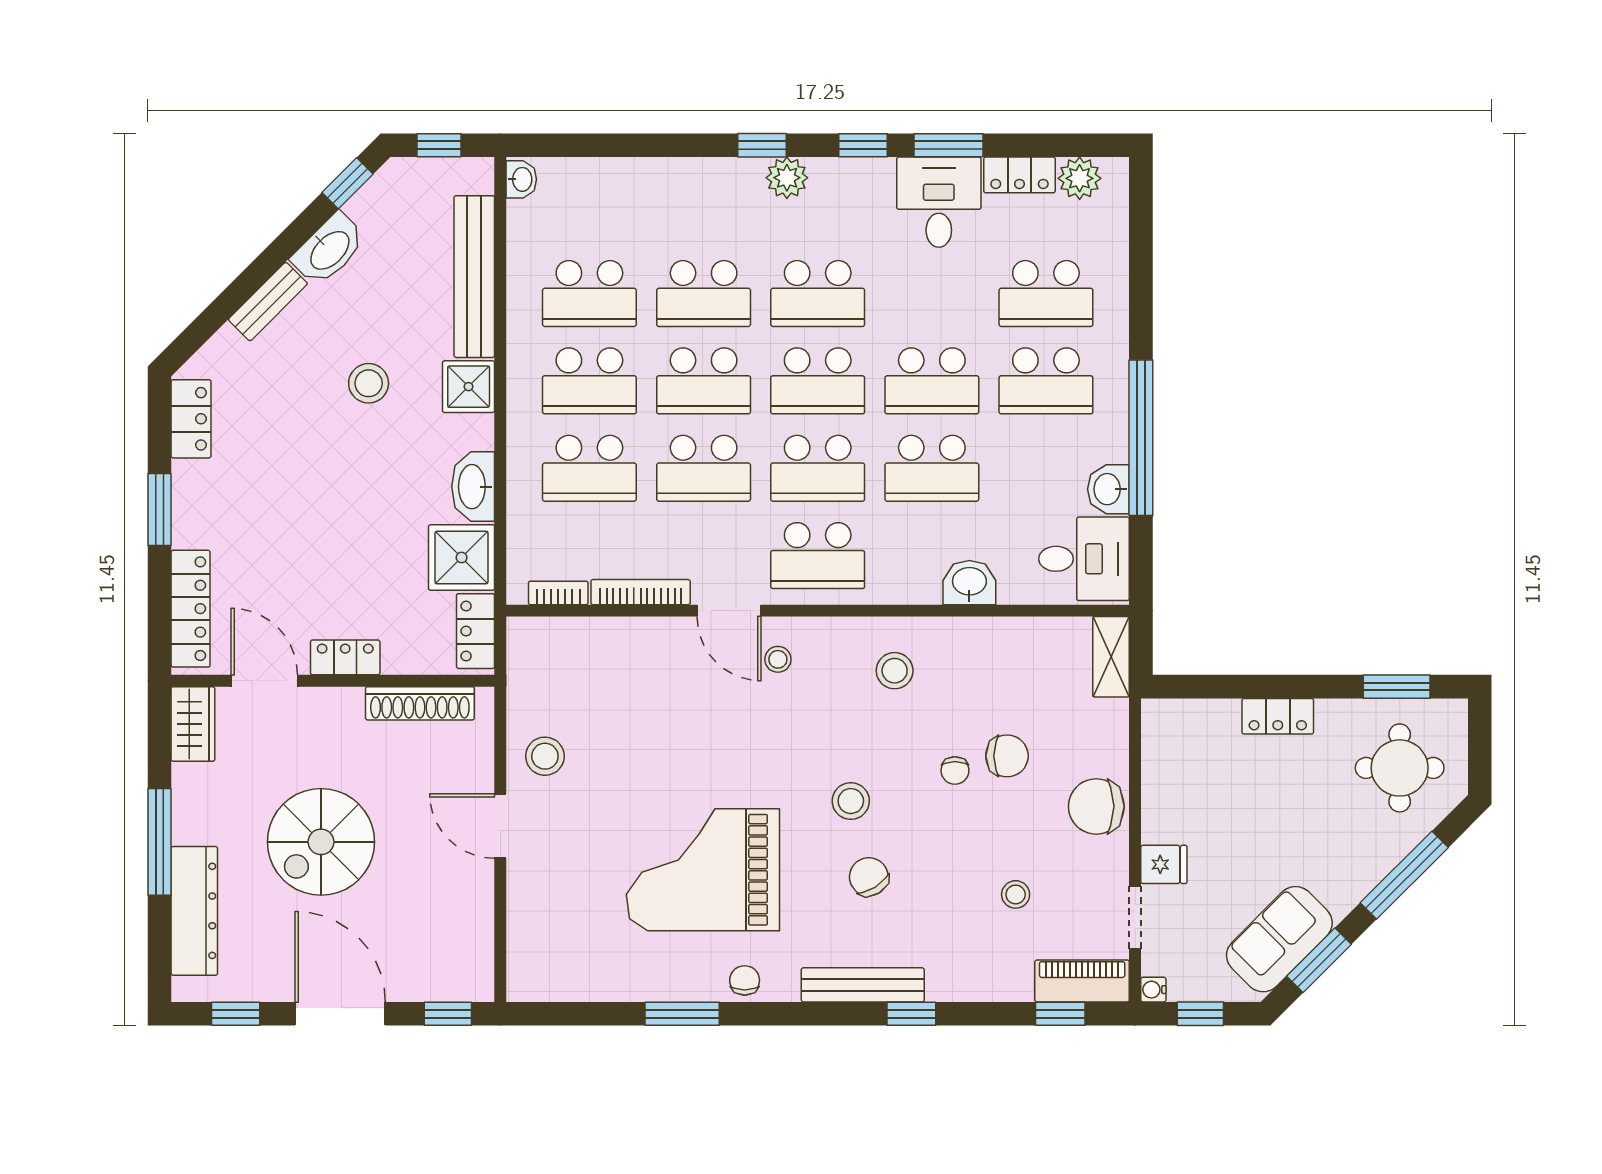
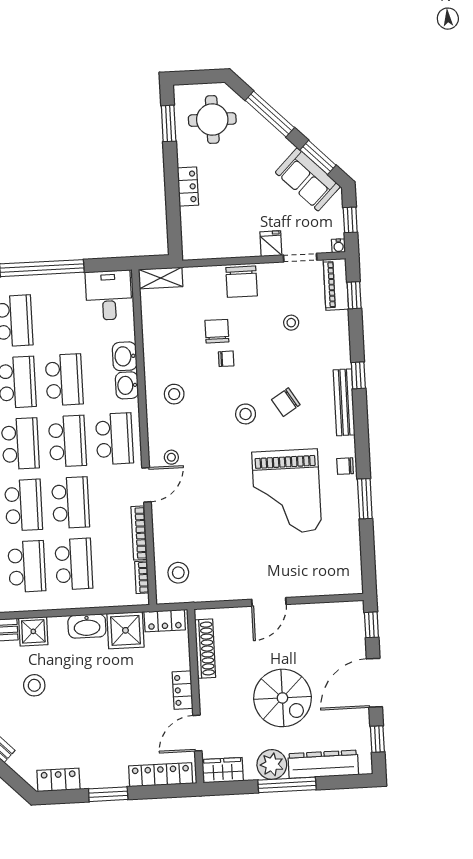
washbasin: (1108, 489) -> (127, 385), moved, turned 90
stool: (545, 756) -> (178, 573), moved
plant: (199, 816) -> (272, 764), added

